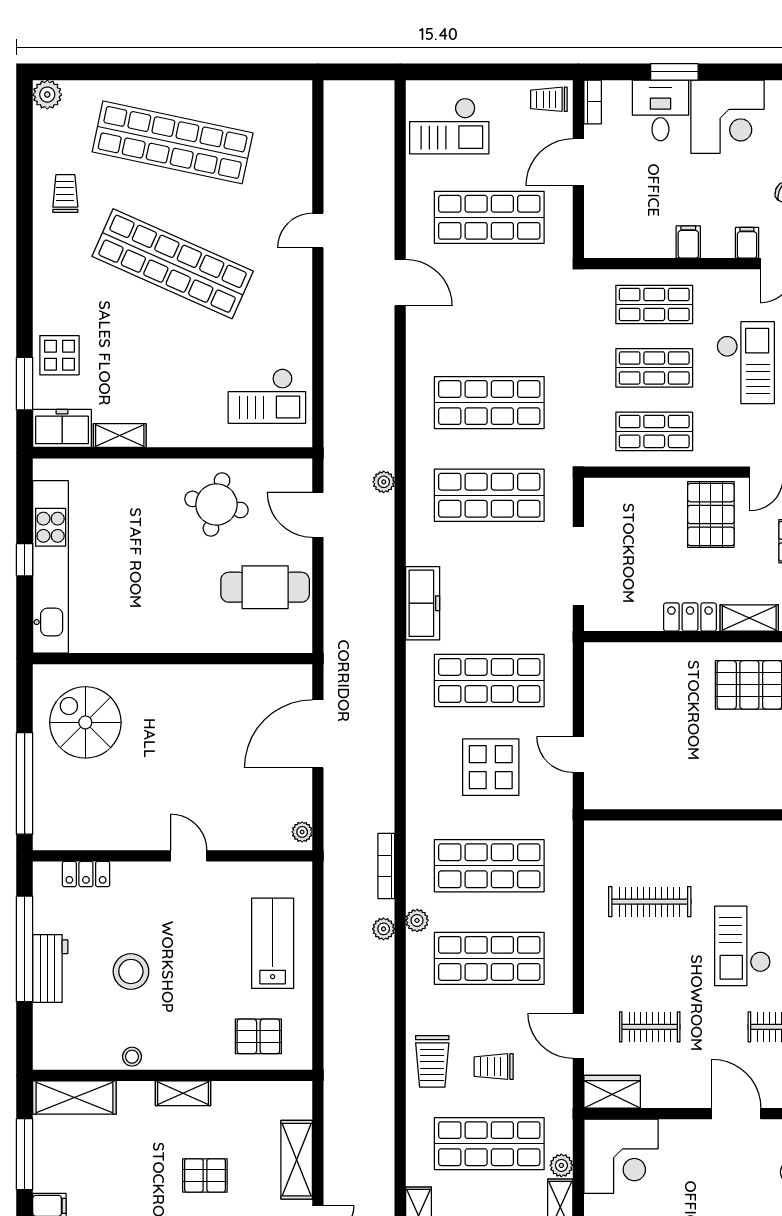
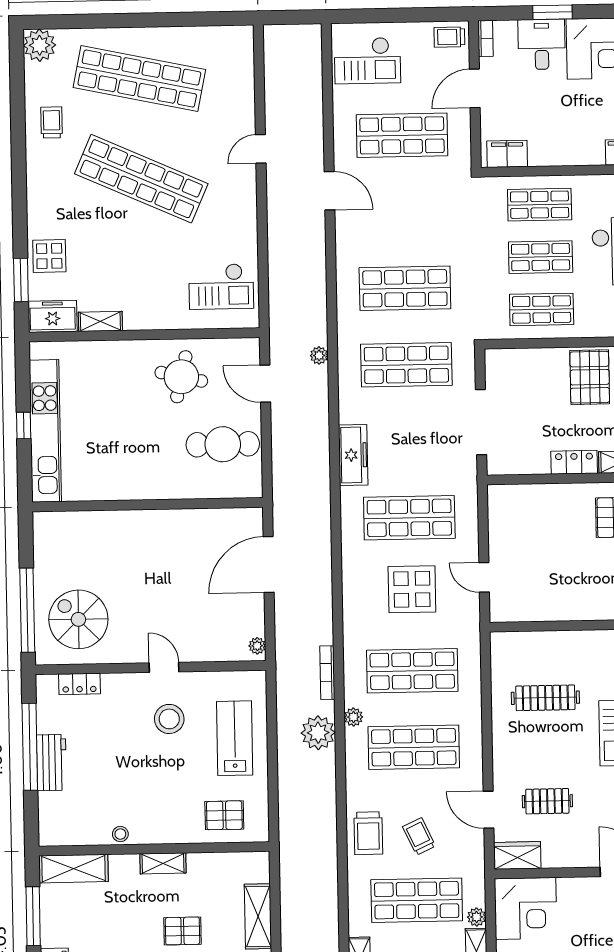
plant: (47, 95) -> (40, 45), width x1.36, depth x1.36
filing cabinet: (688, 242) -> (507, 154), moved, width x2.00
spiral stairs: (85, 722) -> (78, 619), moved
plant: (384, 929) -> (318, 733), width x1.88, depth x1.88
stool: (131, 971) -> (169, 719), moved
trolley: (494, 1067) -> (419, 836), turned 65

